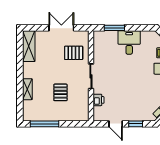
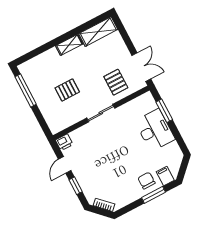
double door: (61, 28) -> (141, 67), moved
desk: (129, 42) -> (155, 130), width x1.37
shelving: (27, 89) -> (69, 45), moved
printer: (98, 100) -> (64, 142), moved

